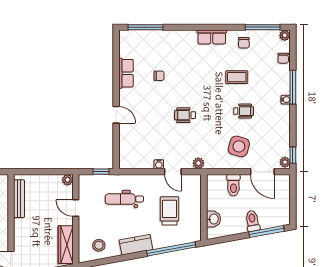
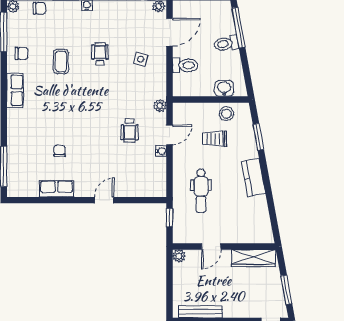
wheelchair: (185, 115) -> (130, 130), moved
side table: (239, 146) -> (141, 59), width x0.54, depth x0.54
trolley: (170, 211) -> (215, 139), width x0.73, depth x0.72
stool: (99, 245) -> (226, 114), moved
window: (171, 249) -> (258, 137), width x0.47

